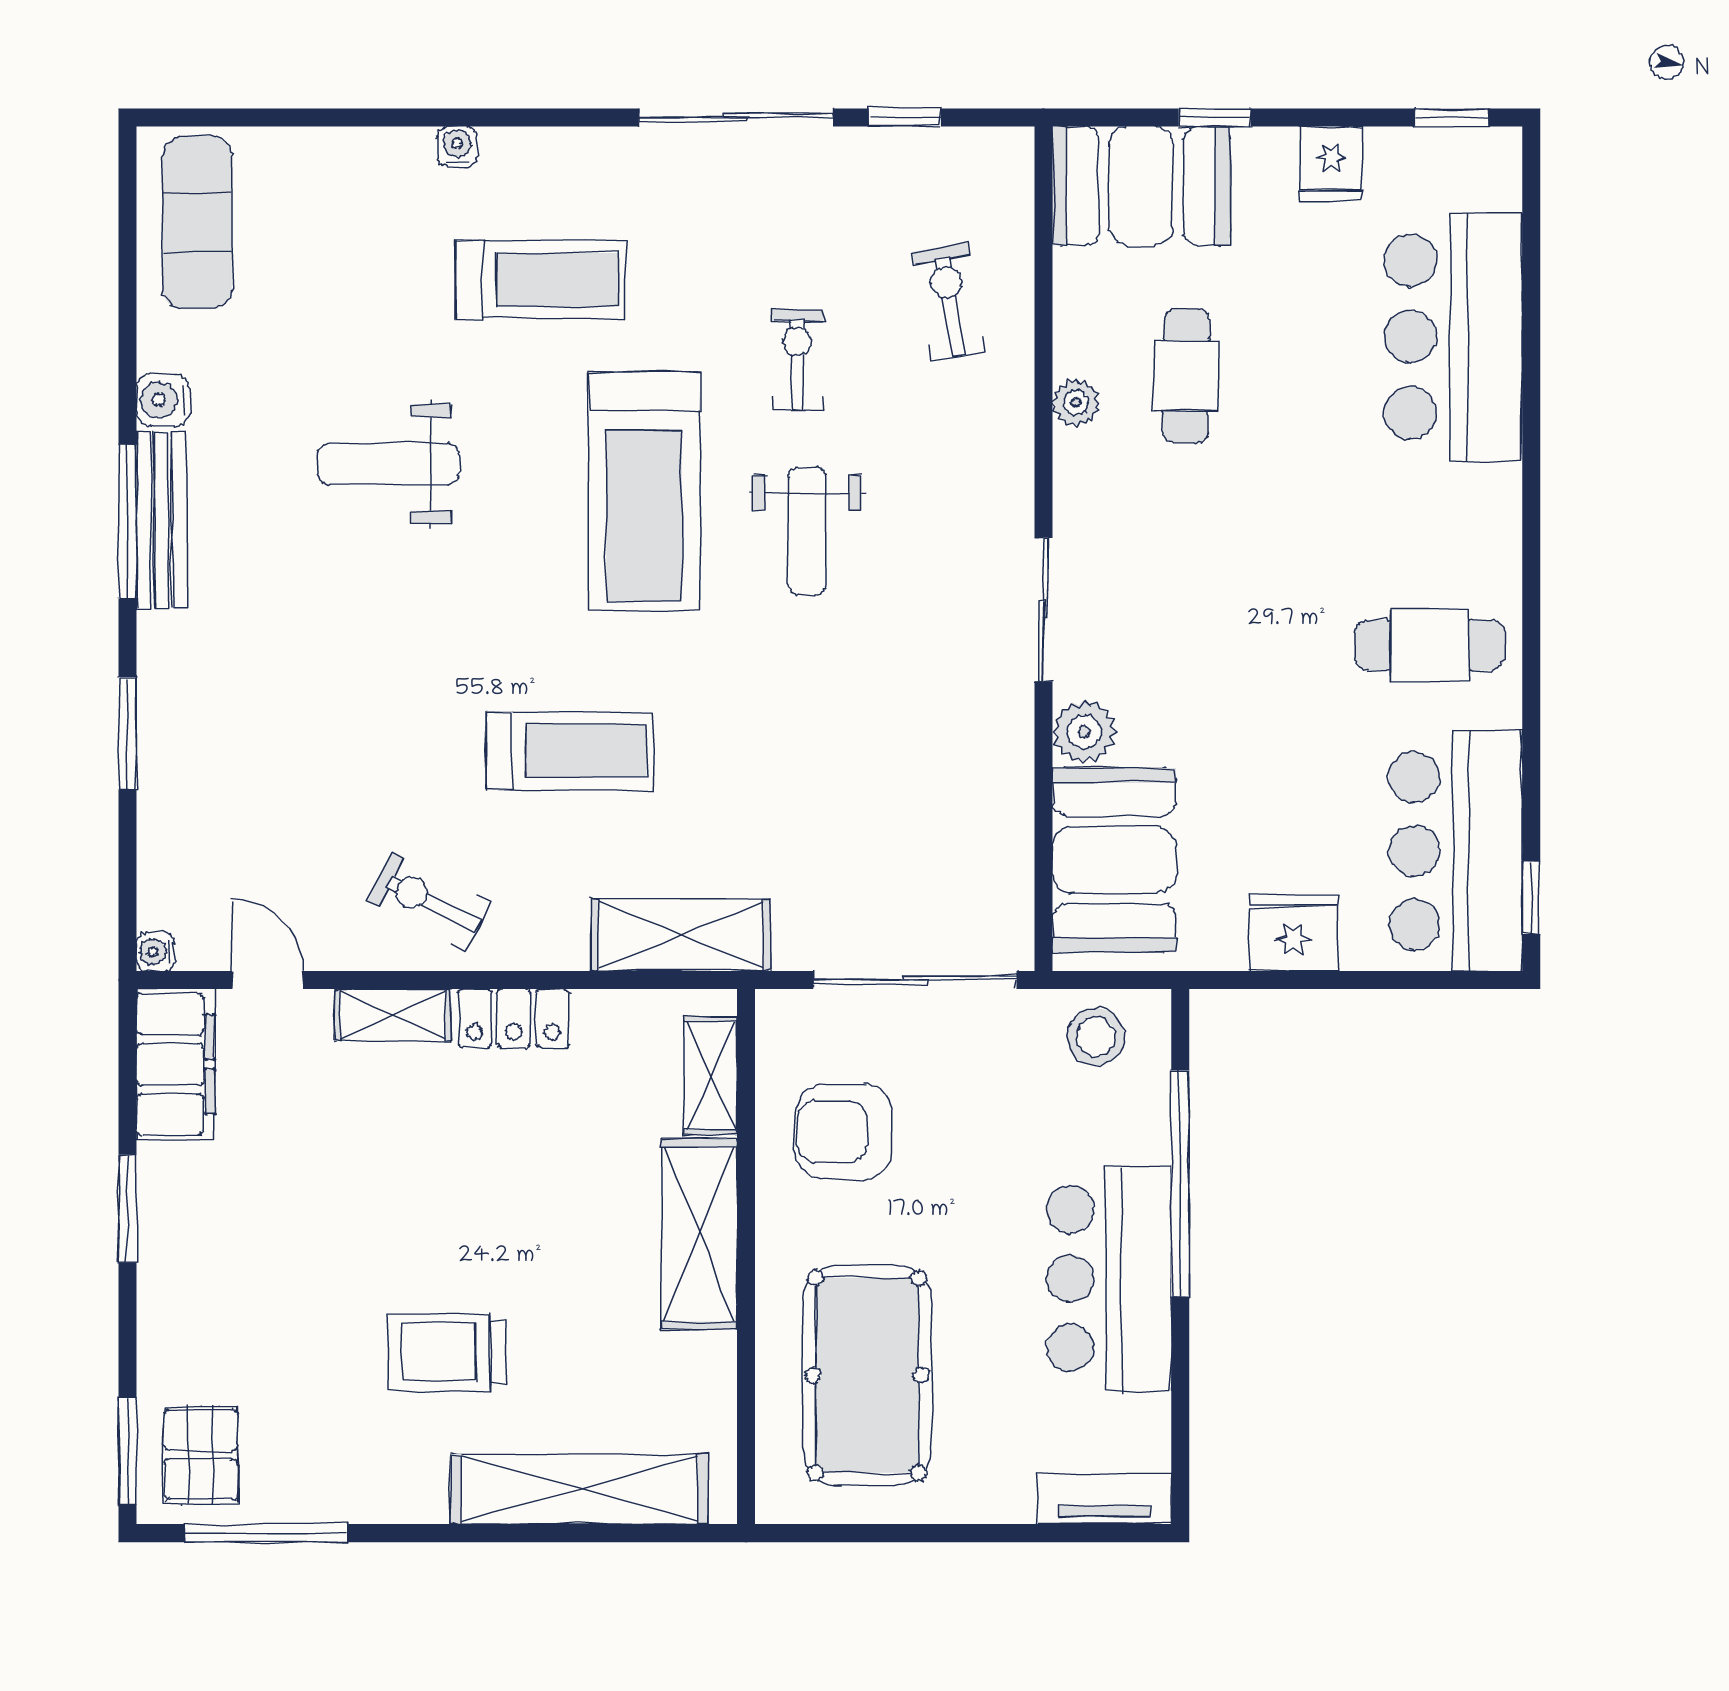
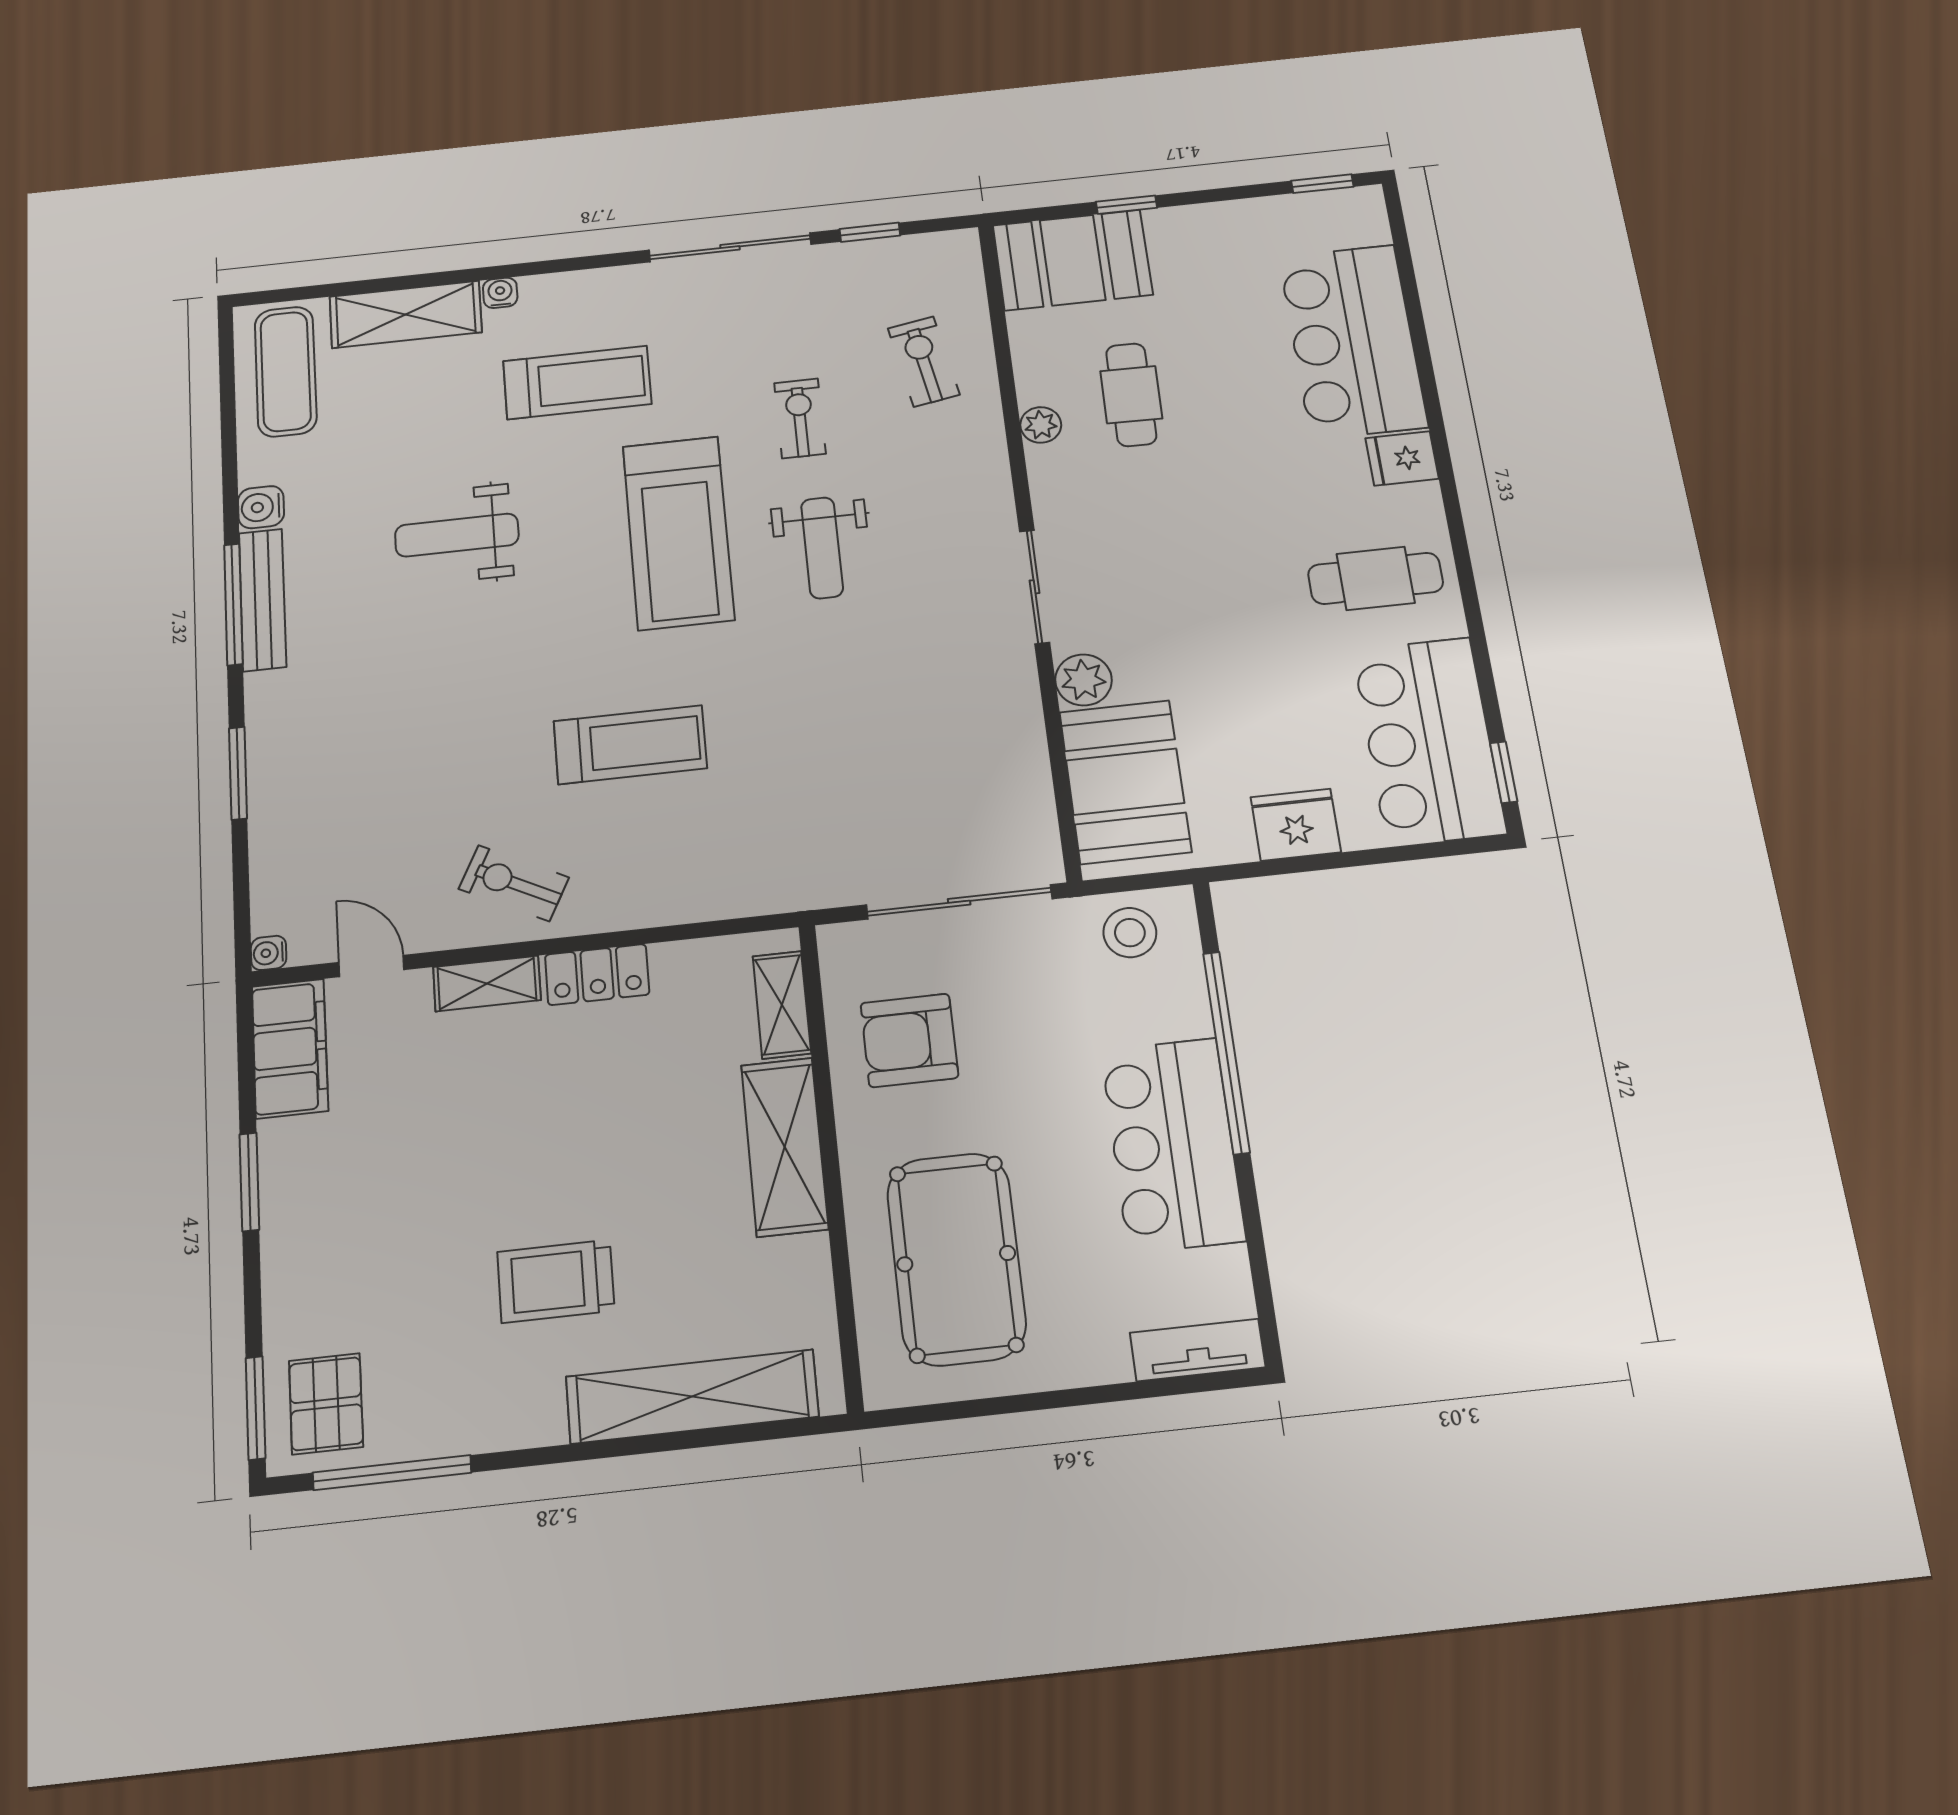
fridge: (1331, 164) -> (1402, 458), moved, turned 90
shelving: (681, 935) -> (406, 314), moved

